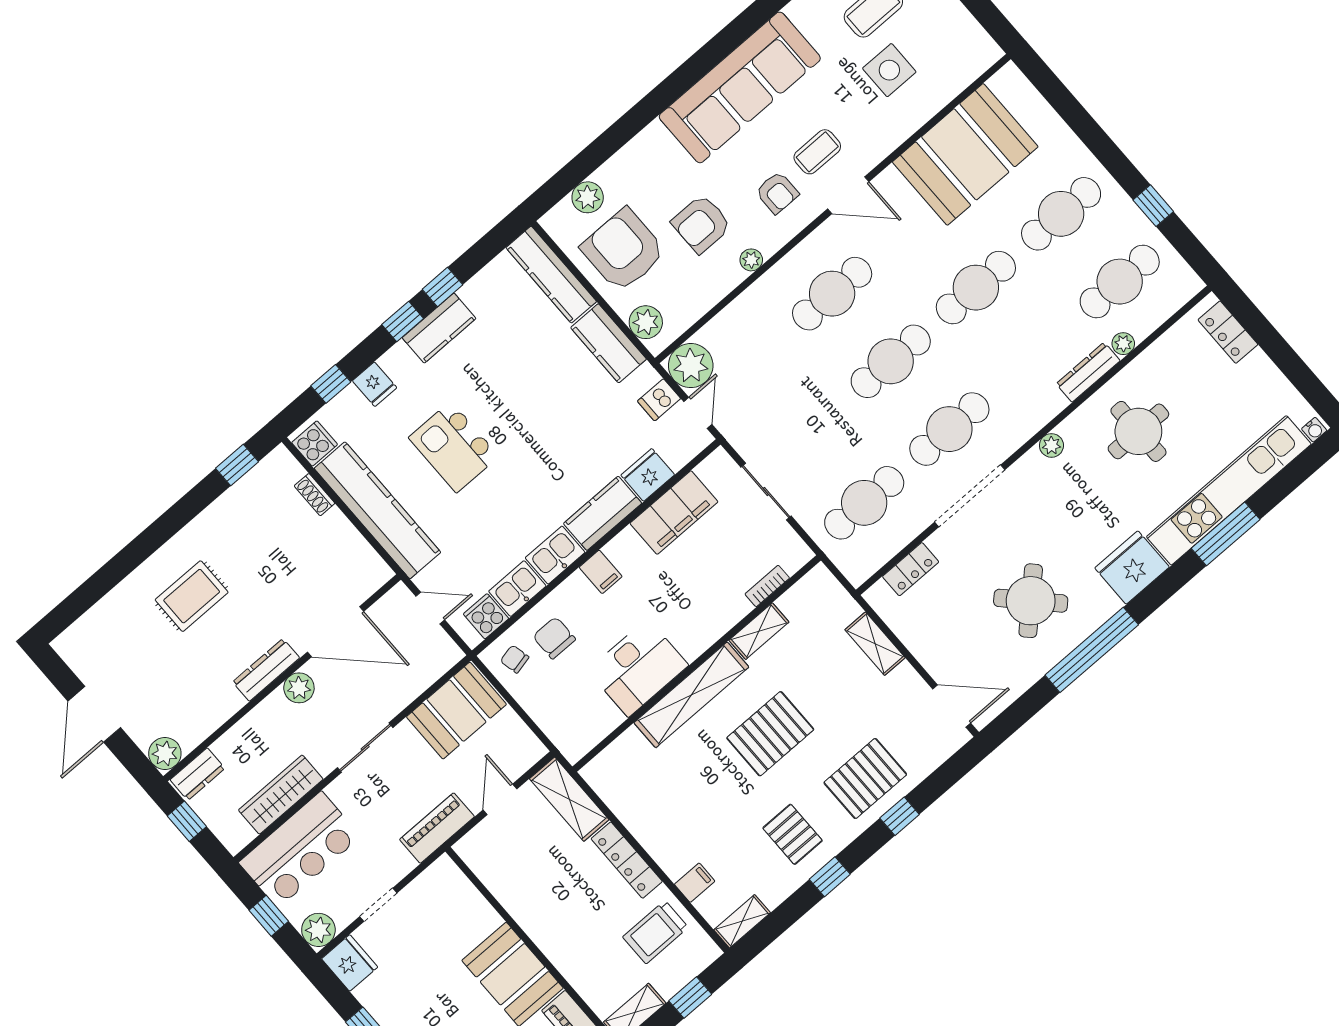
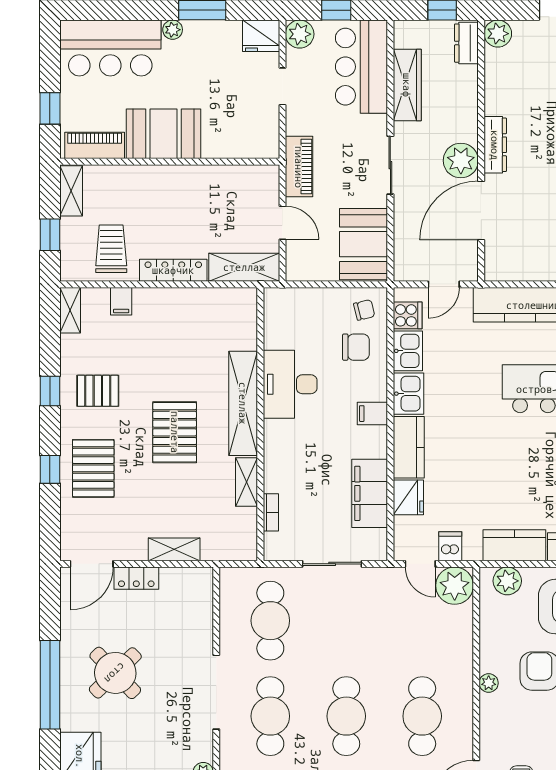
armchair: (777, 193) -> (517, 737), removed
locker: (911, 569) -> (136, 578), moved, turned -90
plant: (299, 688) -> (461, 161), width x1.36, depth x1.36

